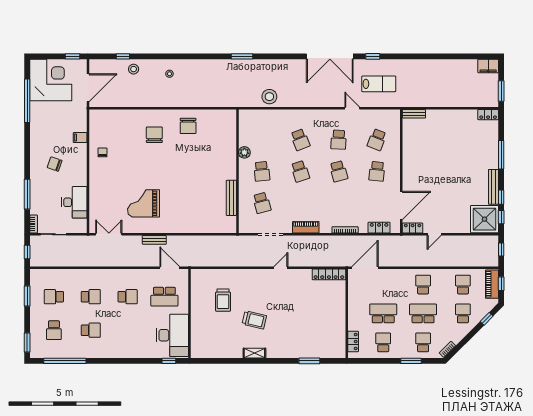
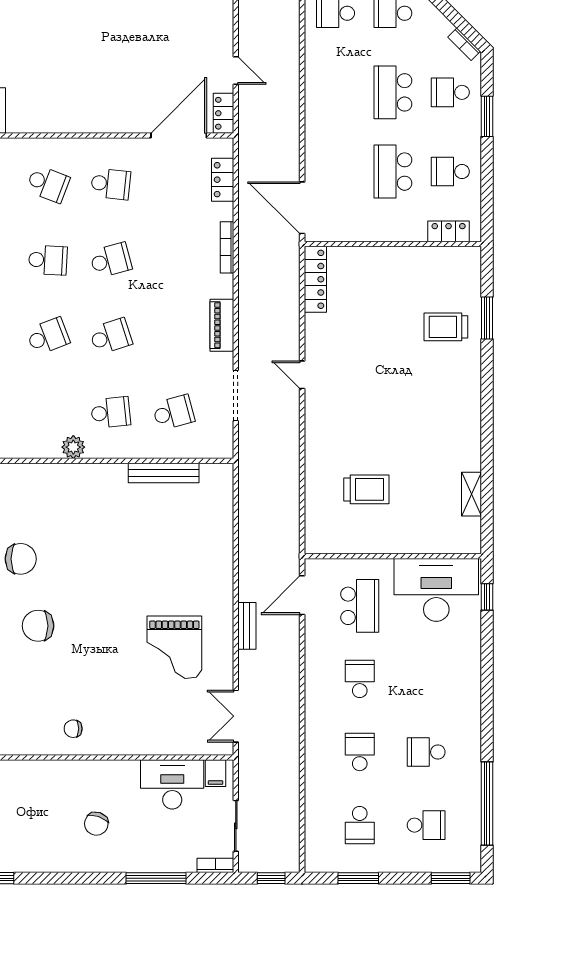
filing cabinet: (80, 138) -> (216, 773), moved
door: (401, 206) -> (179, 136), hinge flipped
school desk: (423, 285) -> (336, 92), removed
trolley: (254, 320) -> (446, 327), moved, turned -103
school desk: (91, 330) -> (426, 752), turned -90
shelving: (254, 353) -> (472, 494), moved

